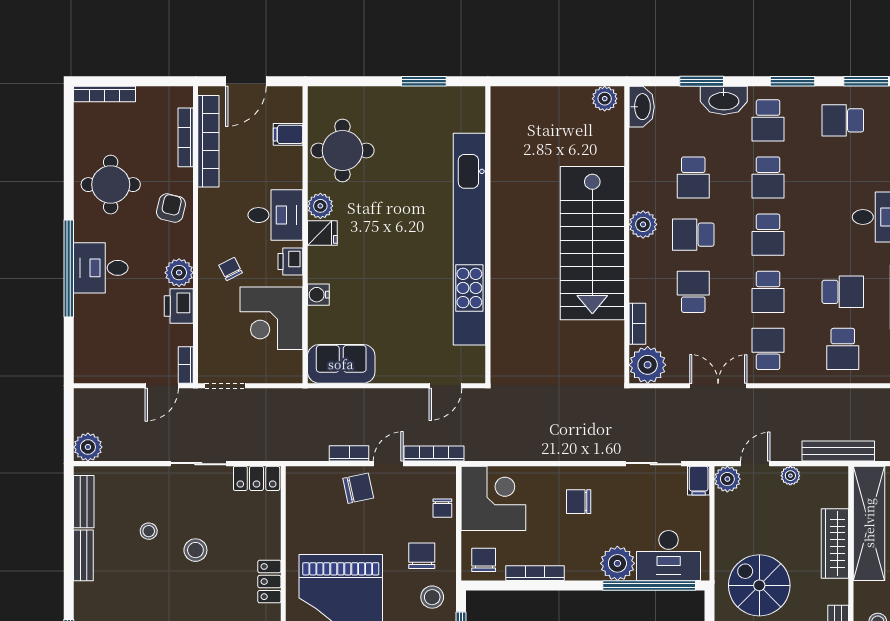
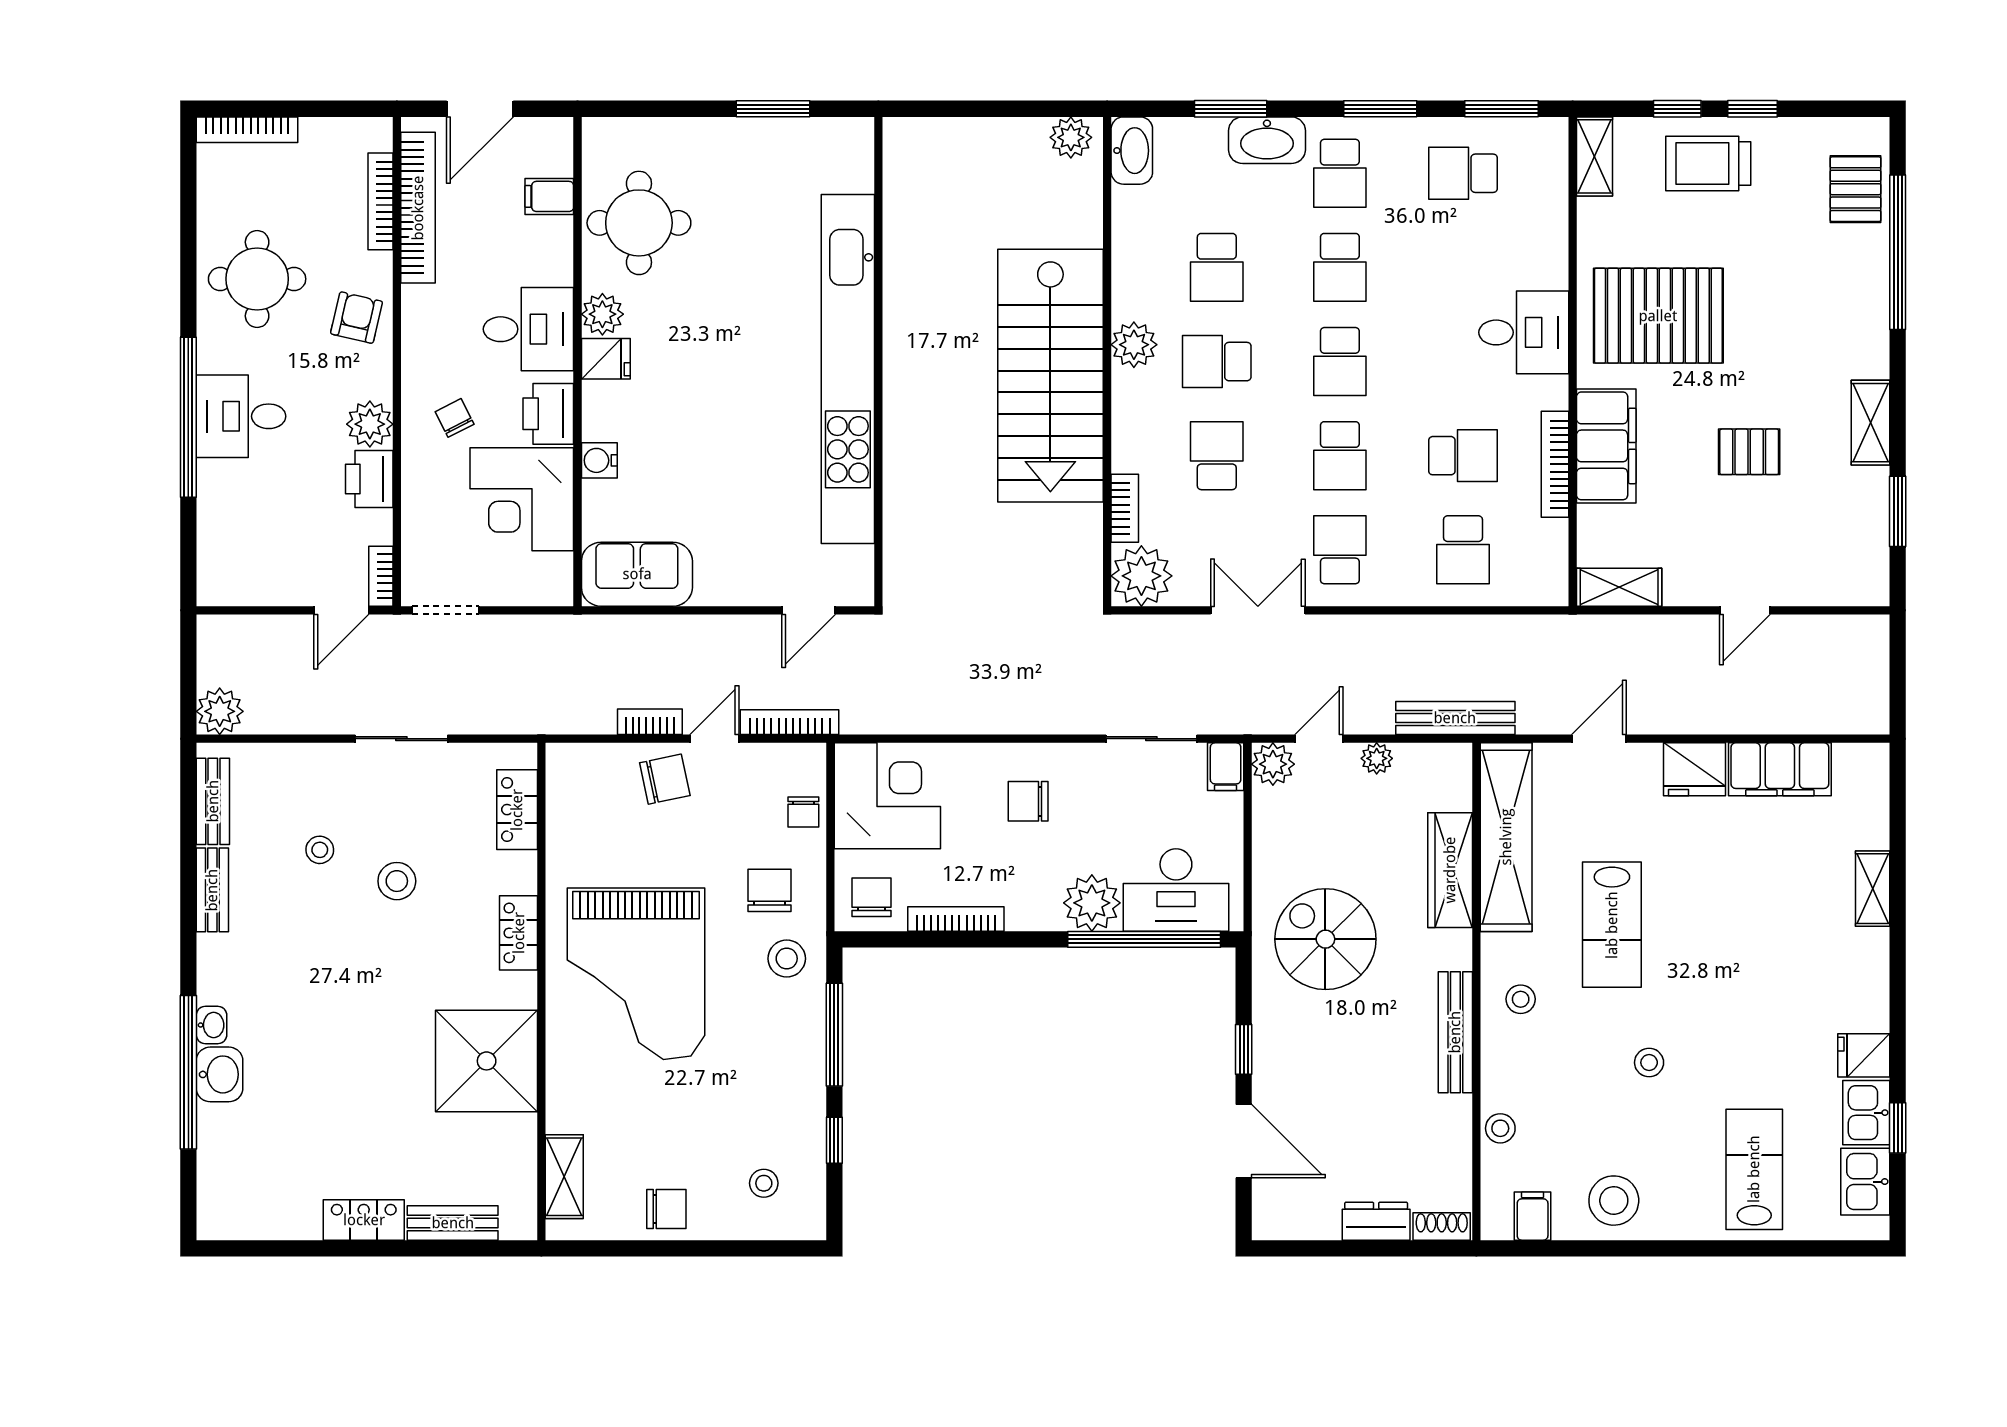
printer: (290, 261) -> (548, 414), width x1.36, depth x1.24
locker: (257, 478) -> (517, 810), moved, turned 90

